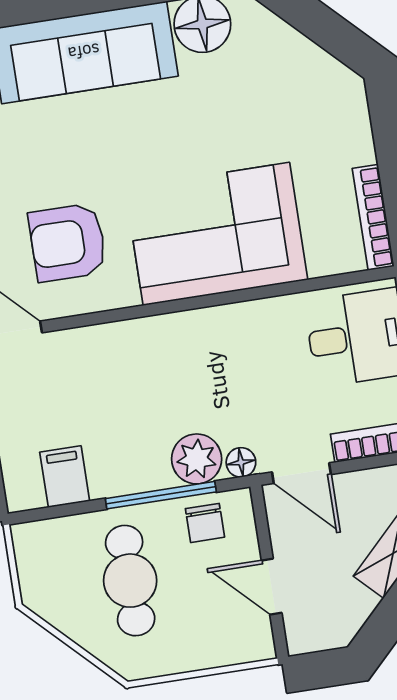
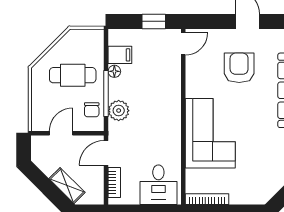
armchair: (68, 242) -> (239, 68), moved
floor lamp: (241, 462) -> (114, 71), moved
chair: (205, 523) -> (92, 110), turned -90

